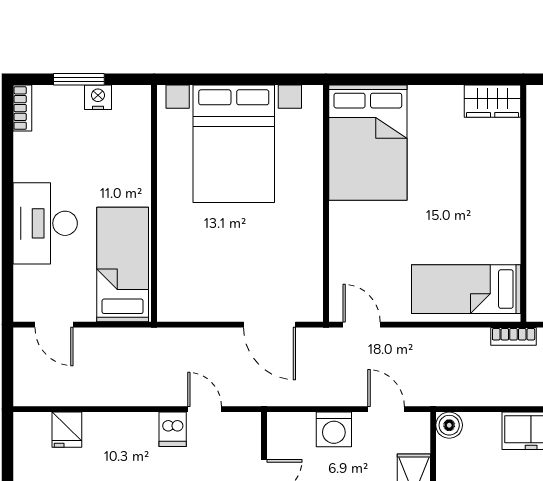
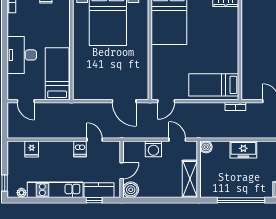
door: (362, 325) -> (166, 101), swing flipped

